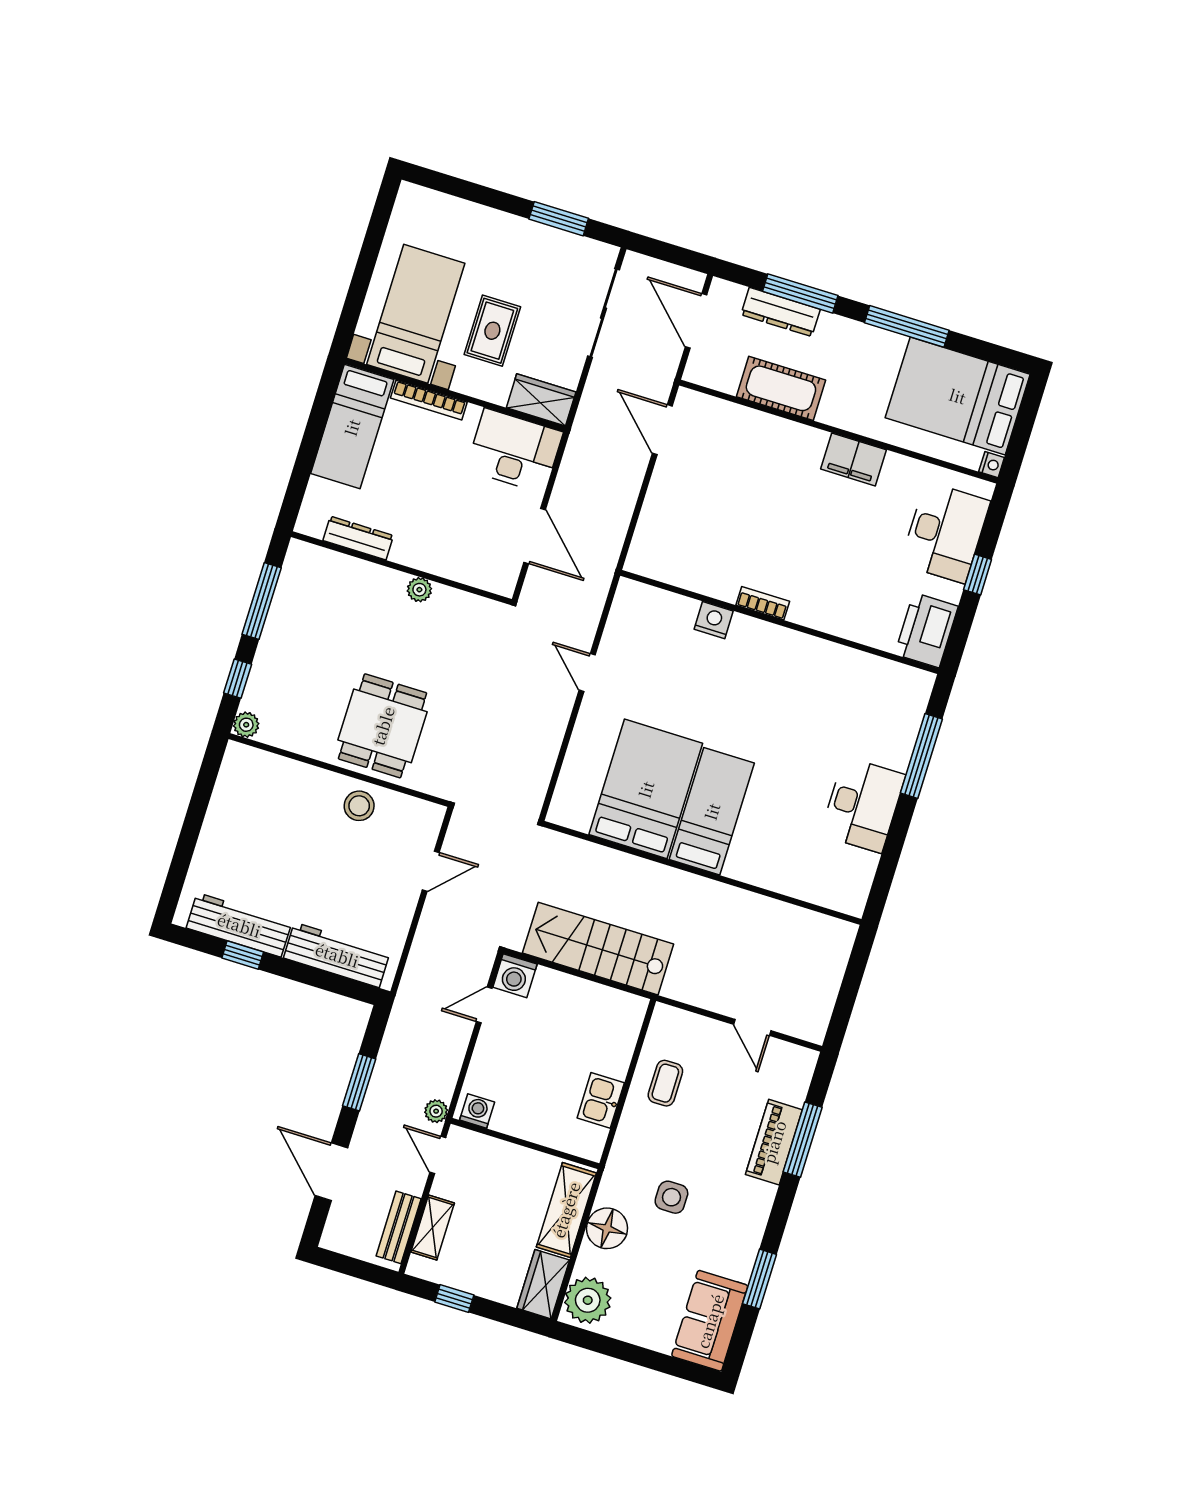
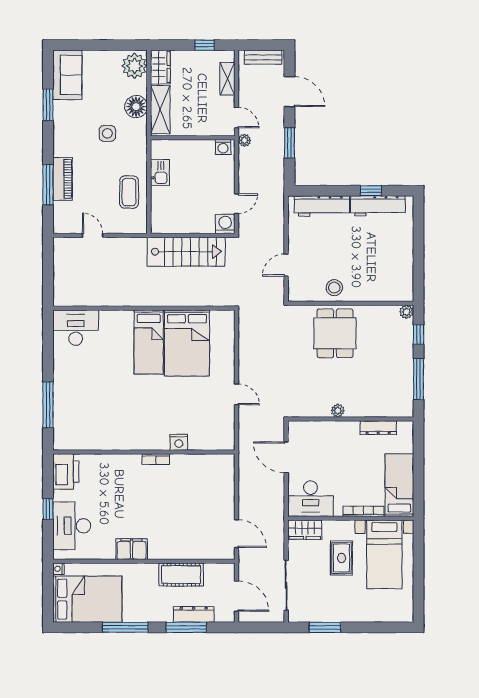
desk: (863, 805) -> (76, 328), moved, turned 90
coffee table: (665, 1083) -> (129, 192), width x1.36, depth x1.30
bench: (399, 1227) -> (263, 57), moved, turned 90

